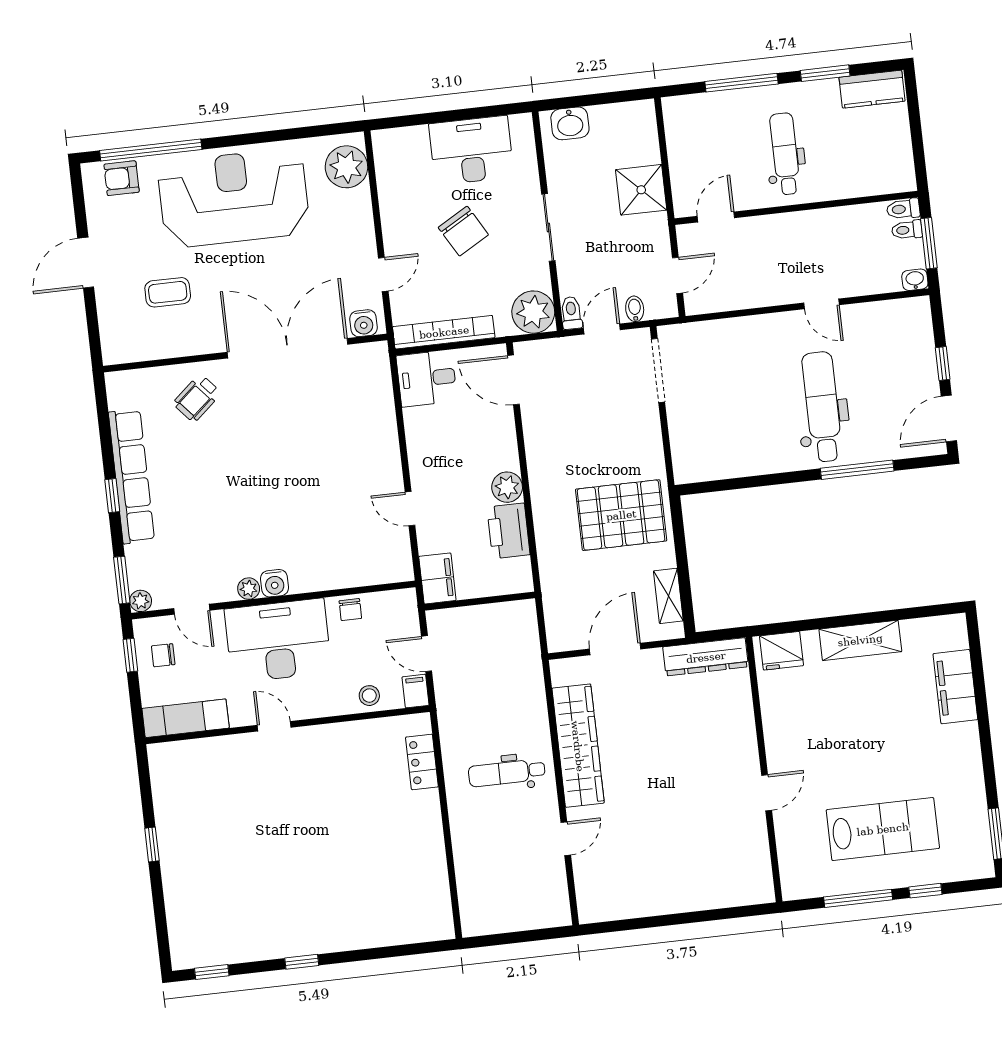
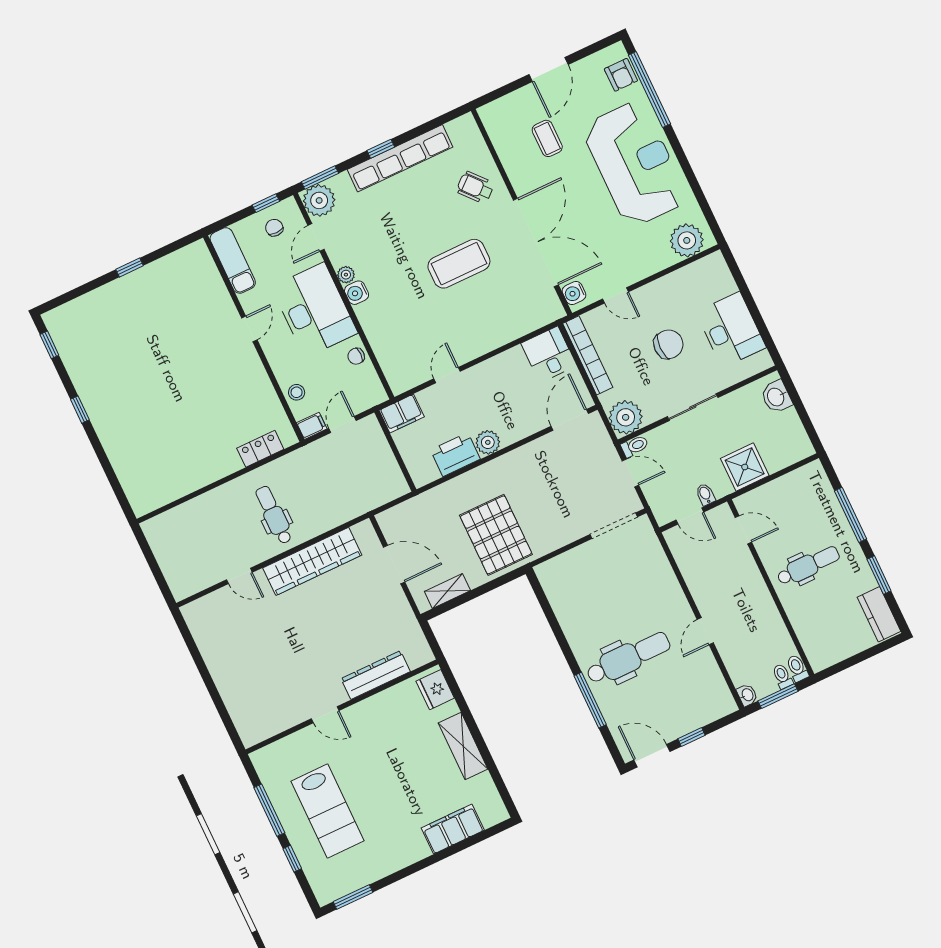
armchair: (122, 178) -> (621, 75), turned 180
chair: (463, 231) -> (668, 344), turned -150
door: (86, 263) -> (549, 69), swing flipped
bidet: (635, 309) -> (705, 494), moved, turned -90
coffee table: (282, 449) -> (459, 264), added
plant: (141, 601) -> (319, 200), width x1.88, depth x1.88
dresser: (706, 657) -> (376, 675), moved, turned 90

